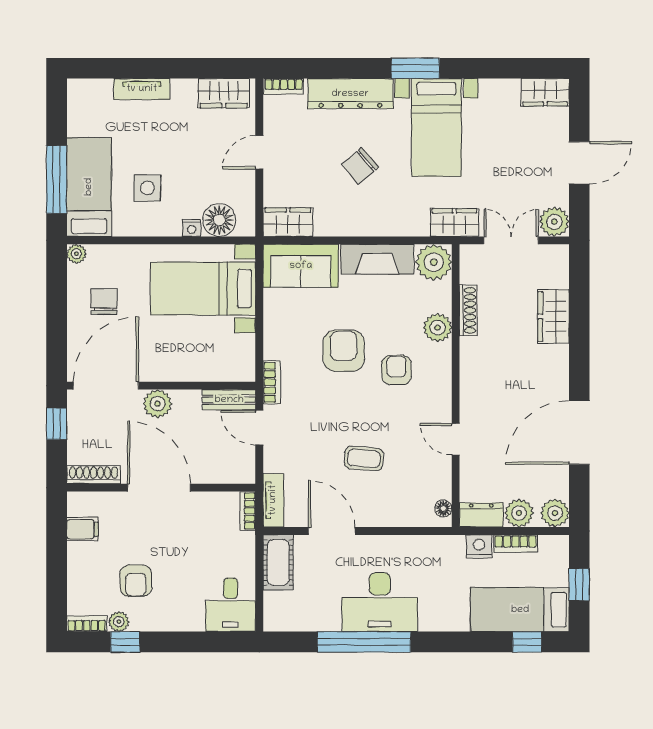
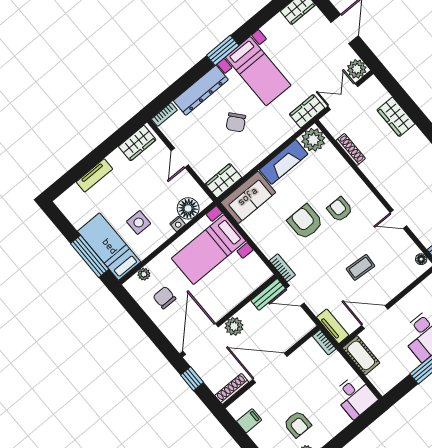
plant: (76, 254) -> (144, 274), moved
plant: (438, 328) -> (343, 171), removed

